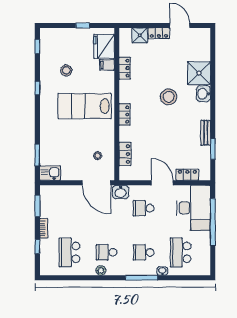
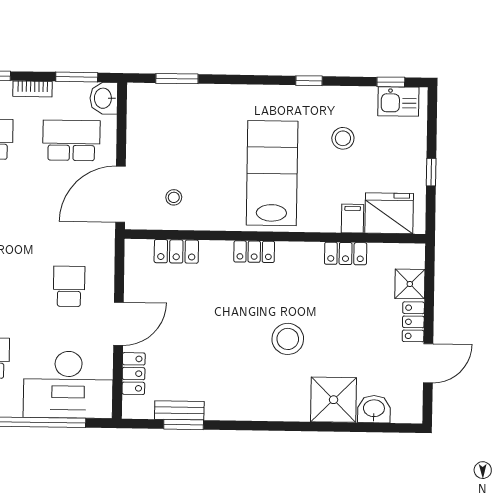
washbasin: (203, 94) -> (374, 409), moved
bench: (206, 133) -> (179, 410), moved
kitchen sink: (50, 173) -> (398, 102), moved, turned 90
washbasin: (121, 192) -> (104, 98), moved
school desk: (70, 208) -> (71, 140), added

